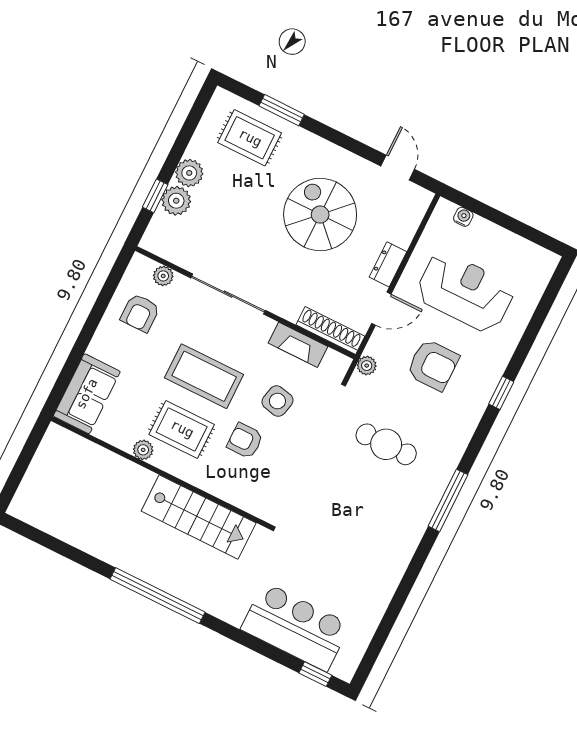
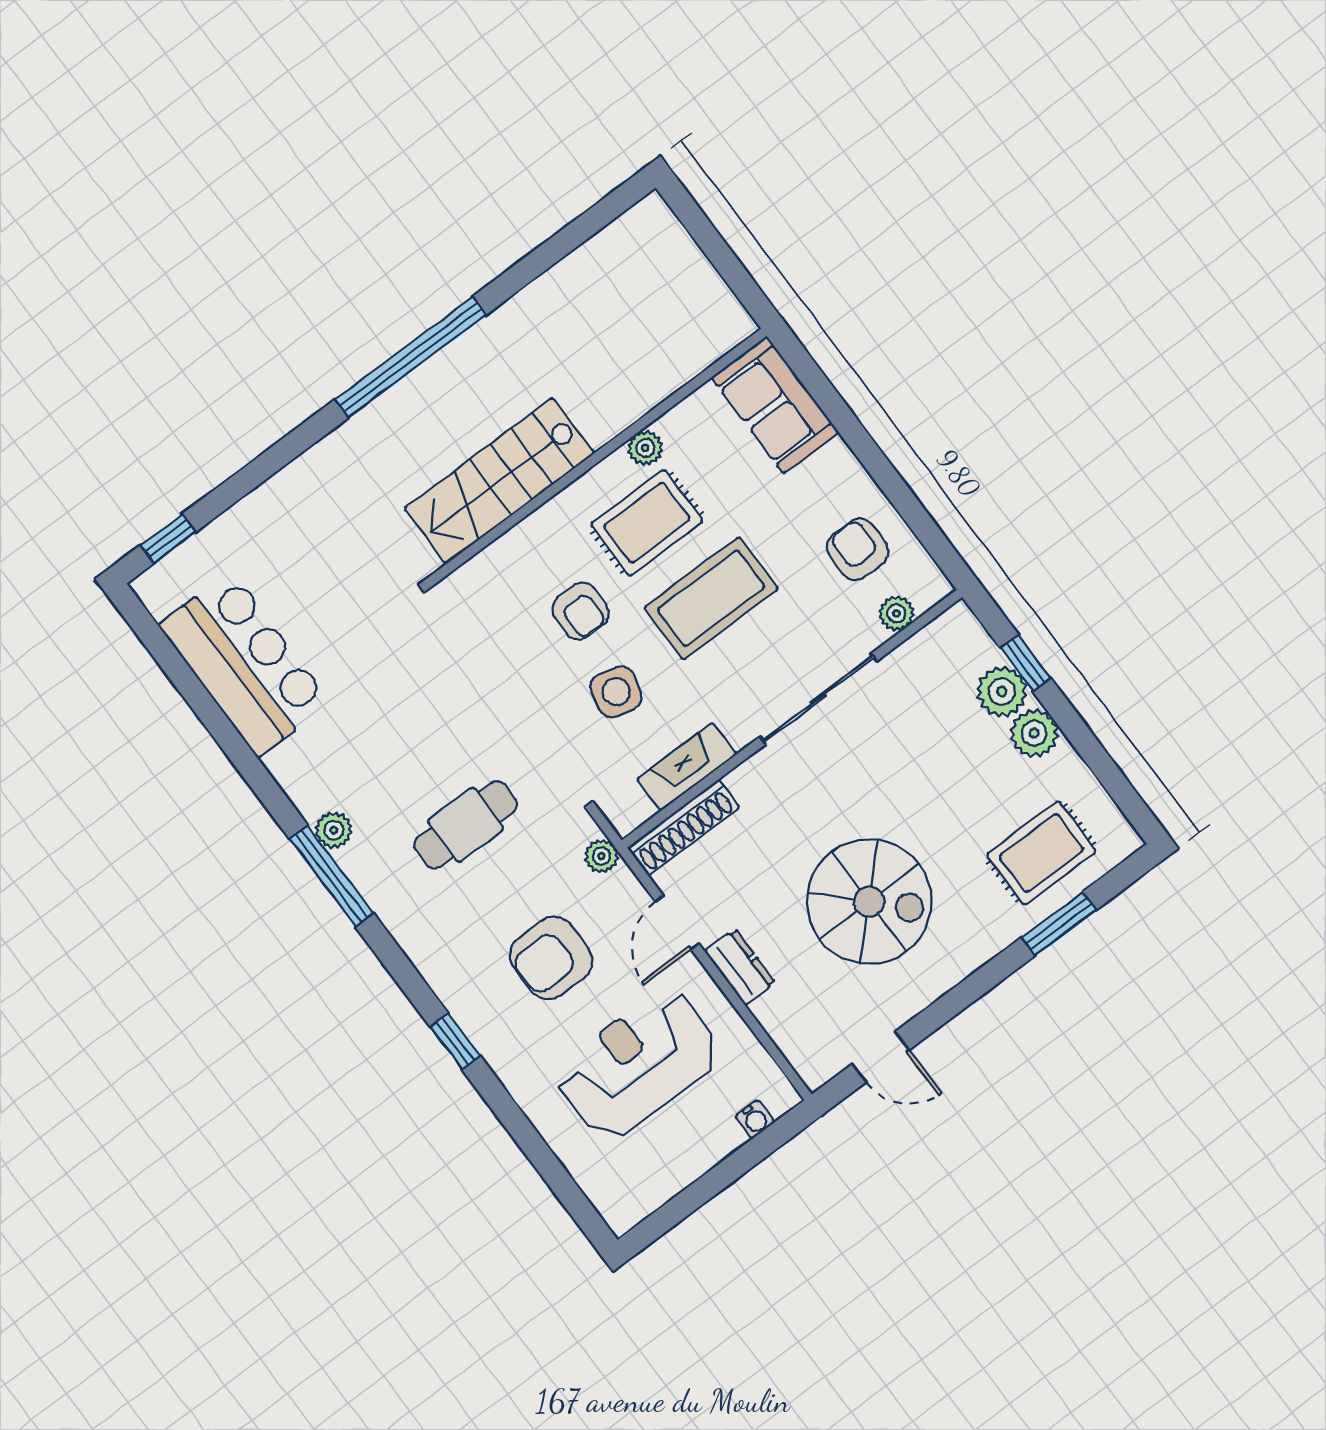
reception desk: (465, 292) -> (638, 1064), turned 180
armchair: (245, 441) -> (581, 611), turned 90
plant: (424, 511) -> (334, 830), added
bar counter: (295, 627) -> (245, 664), moved, turned -90

